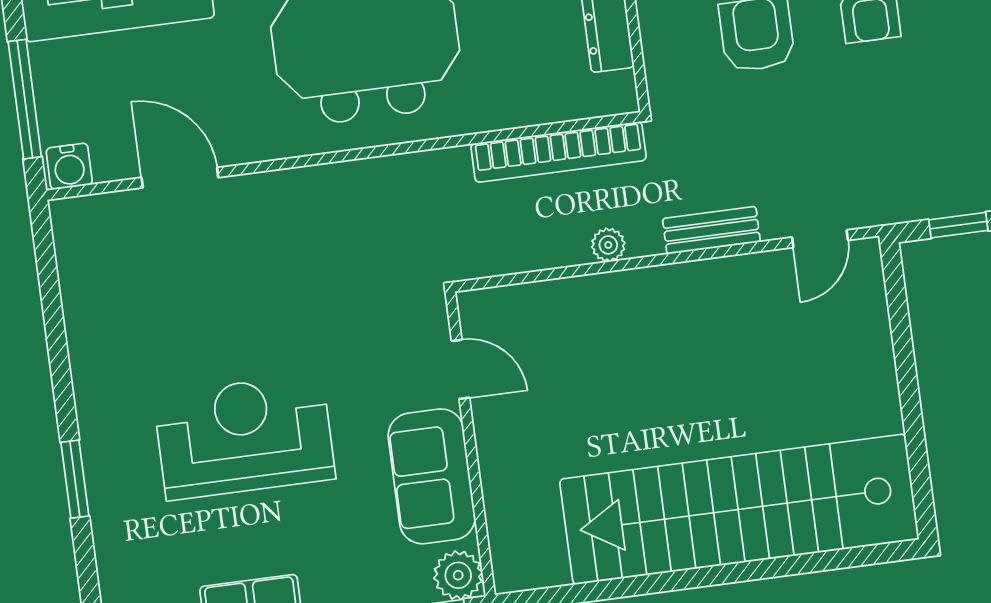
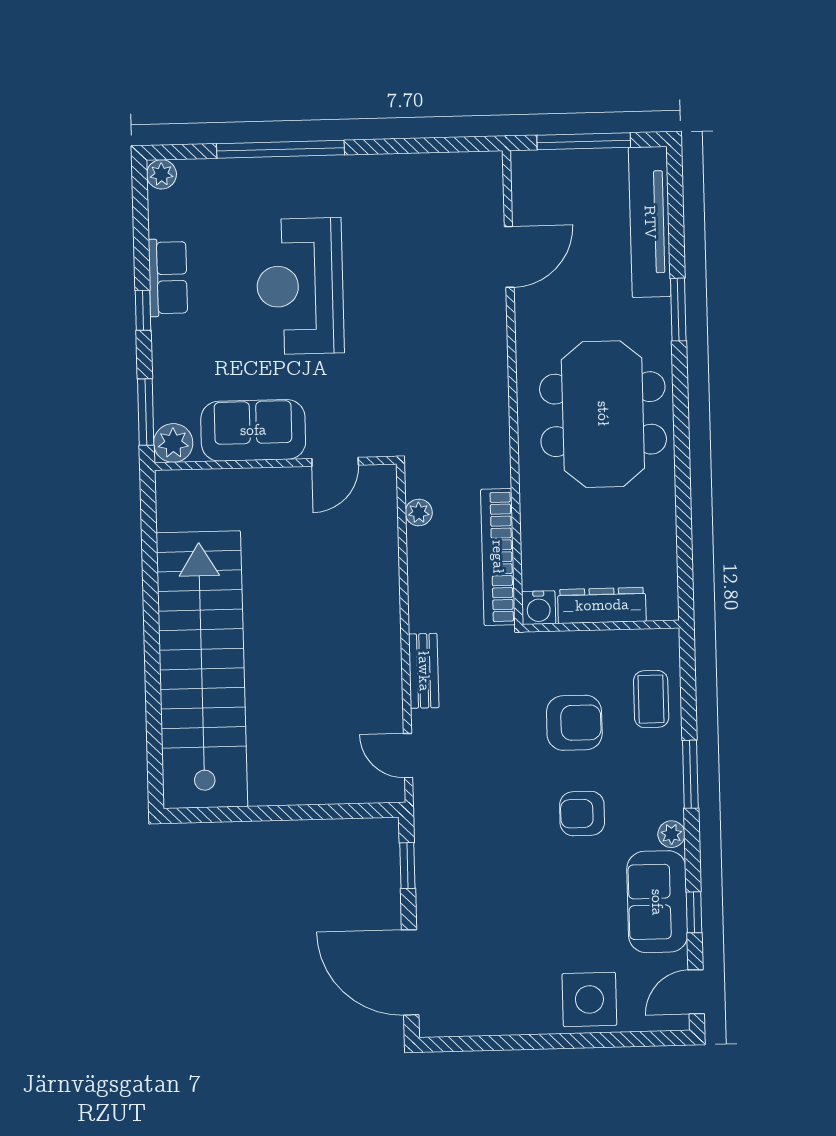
water cooler: (69, 166) -> (539, 608), moved, turned -90
plant: (608, 245) -> (419, 512), moved
reception desk: (244, 437) -> (300, 286), turned 180
window: (75, 479) -> (281, 149), width x2.11

